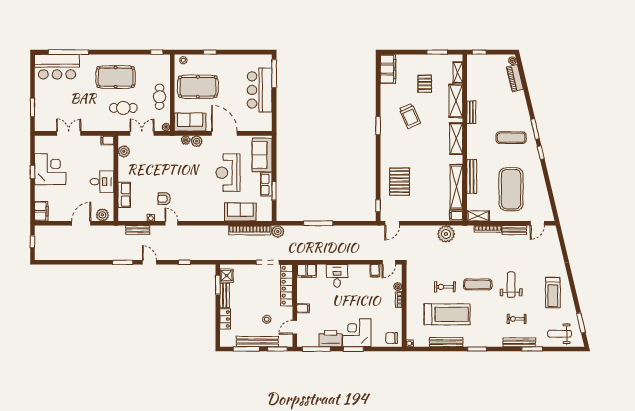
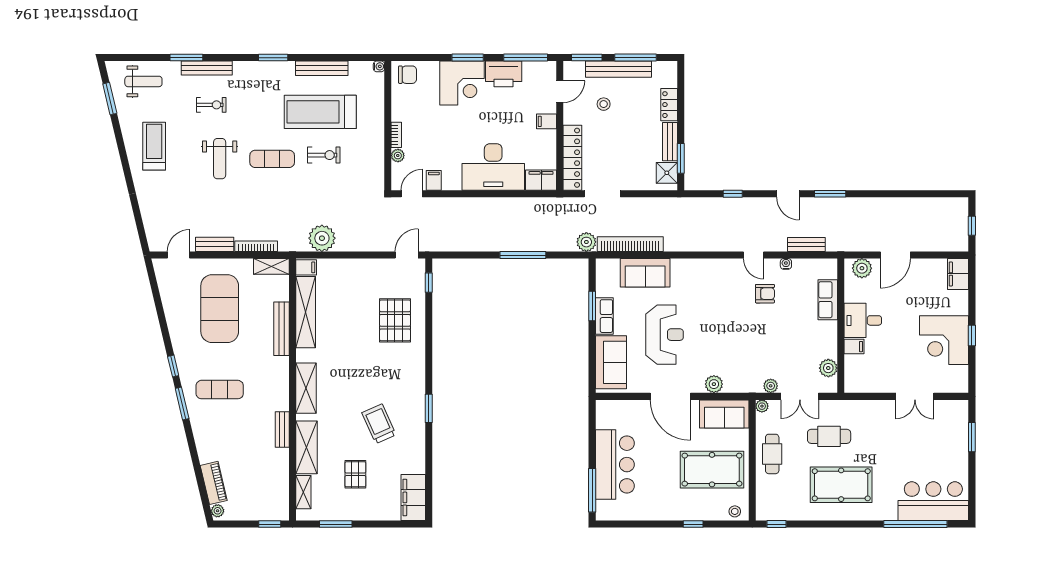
filing cabinet: (107, 140) -> (854, 347), moved
plant: (186, 140) -> (771, 386), moved
desk: (337, 276) -> (493, 167), width x1.87, depth x1.30

